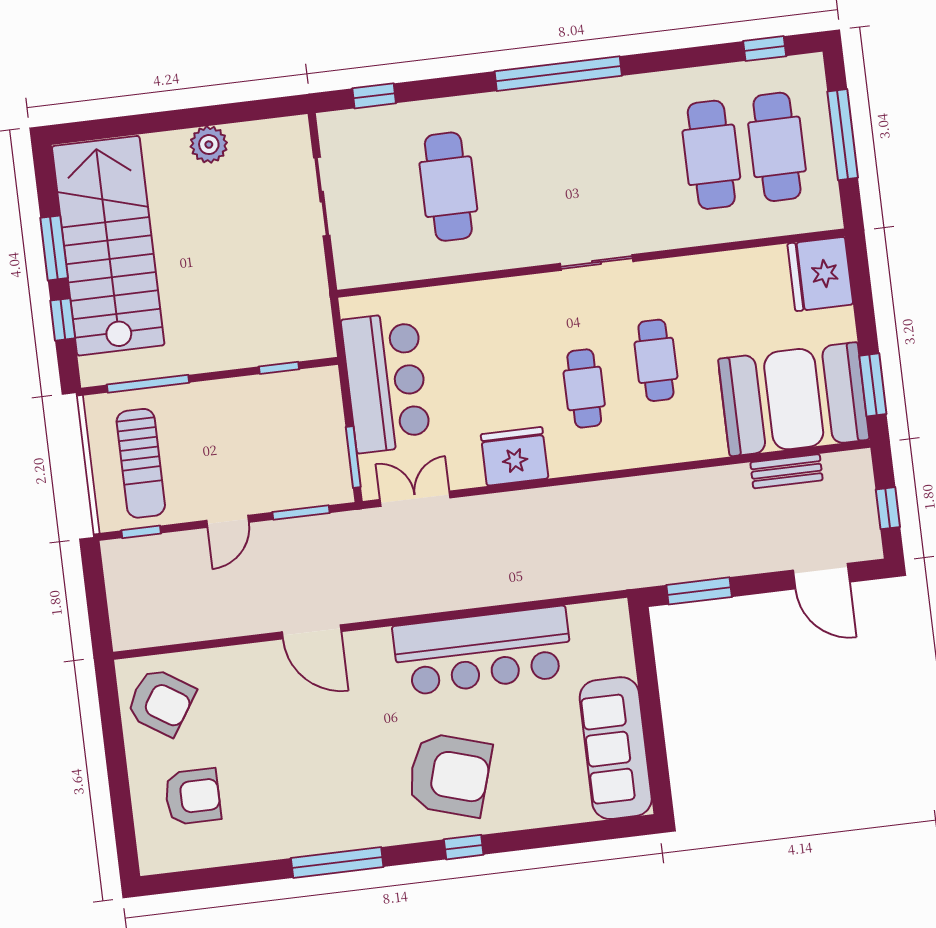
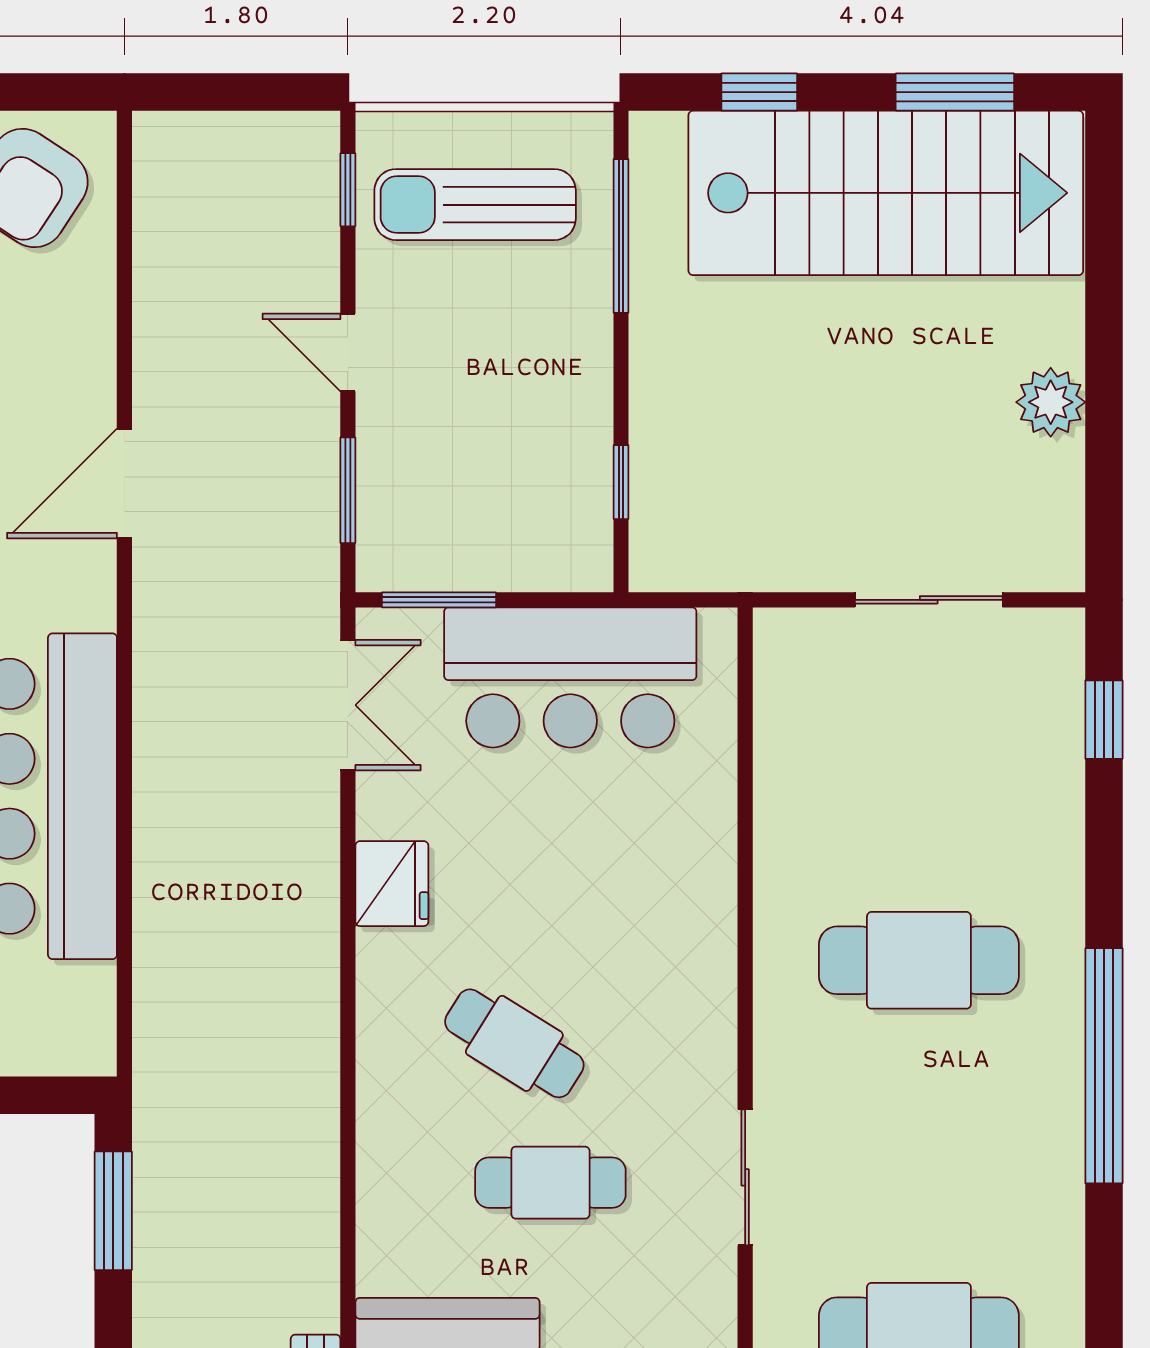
cafe table: (448, 187) -> (919, 960), moved
window: (54, 248) -> (955, 92), moved
sliding door: (597, 262) -> (745, 1177), moved
cafe table: (584, 388) -> (514, 1043), turned 32
fridge: (515, 456) -> (392, 884), width x0.73, depth x0.75

